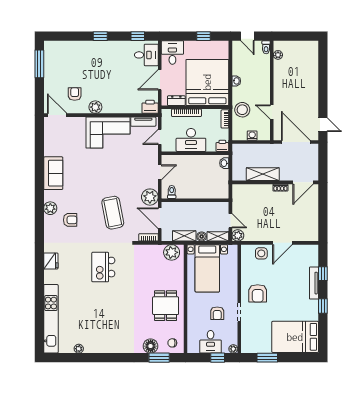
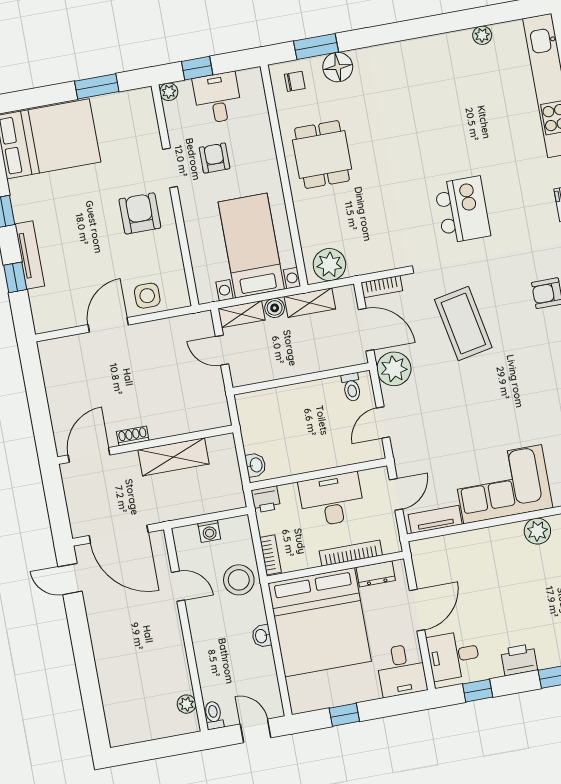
printer: (150, 107) -> (519, 660), moved, turned 180
plant: (238, 235) -> (201, 324), removed

